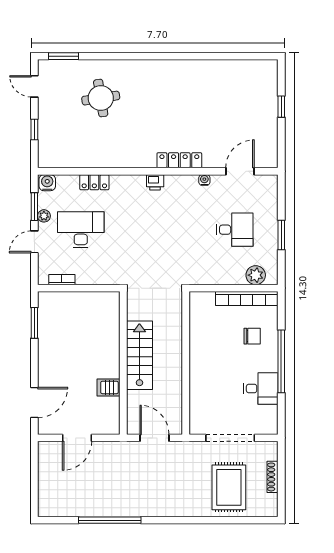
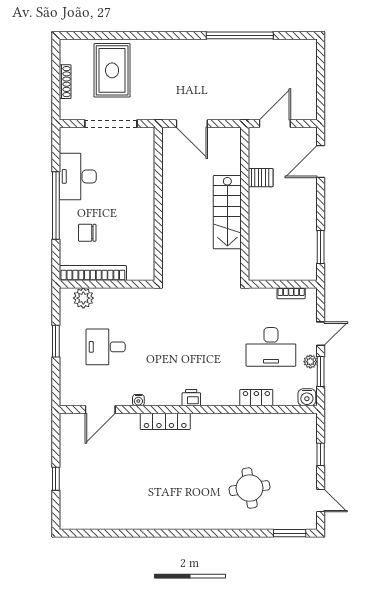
stairs: (139, 355) -> (227, 212), moved
wall: (123, 363) -> (245, 204), moved
server rack: (109, 387) -> (261, 178), moved
desk: (261, 389) -> (78, 176), width x1.37

